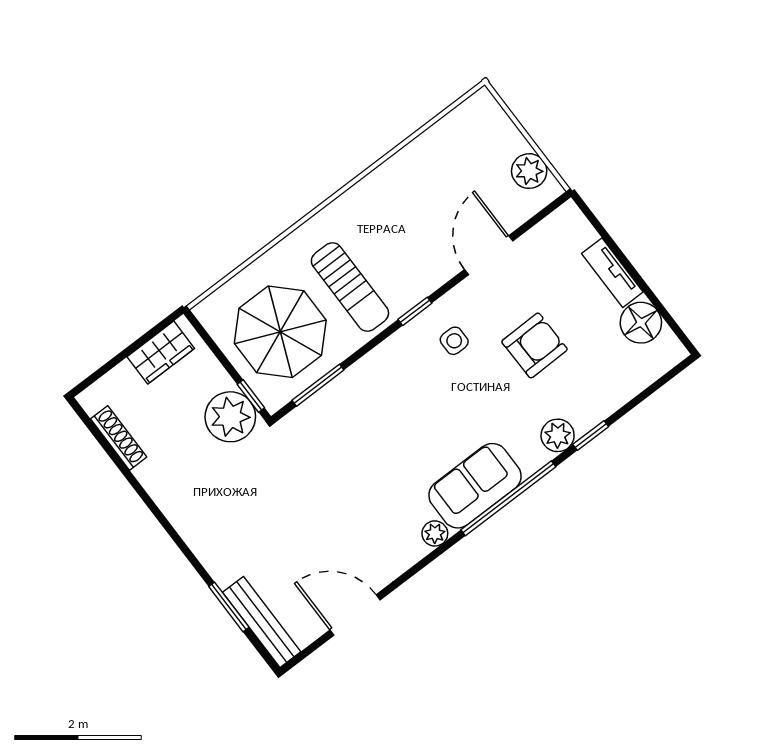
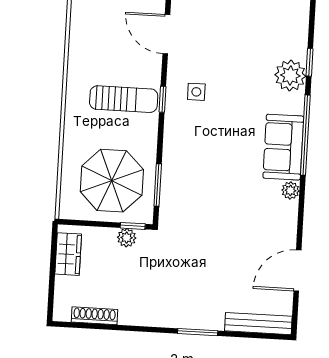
sun lounger: (350, 287) -> (124, 99), moved
armchair: (534, 345) -> (236, 51), removed
plant: (230, 417) -> (127, 238), width x0.53, depth x0.53
plant: (558, 435) -> (290, 75), width x1.36, depth x1.36
window: (229, 607) -> (198, 332), moved

